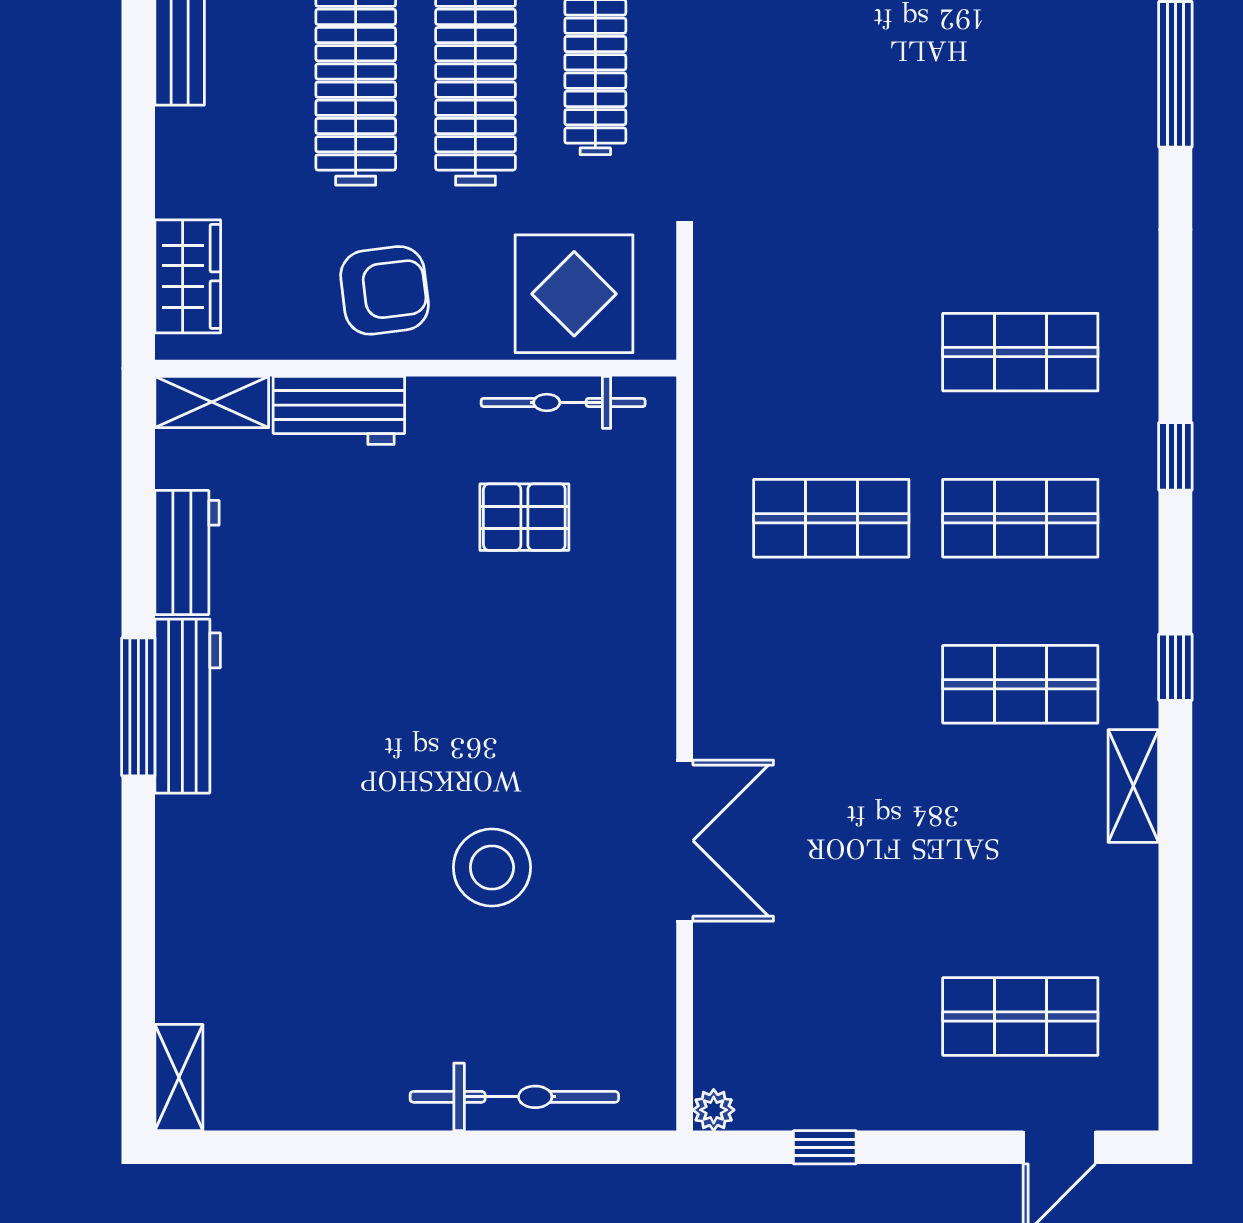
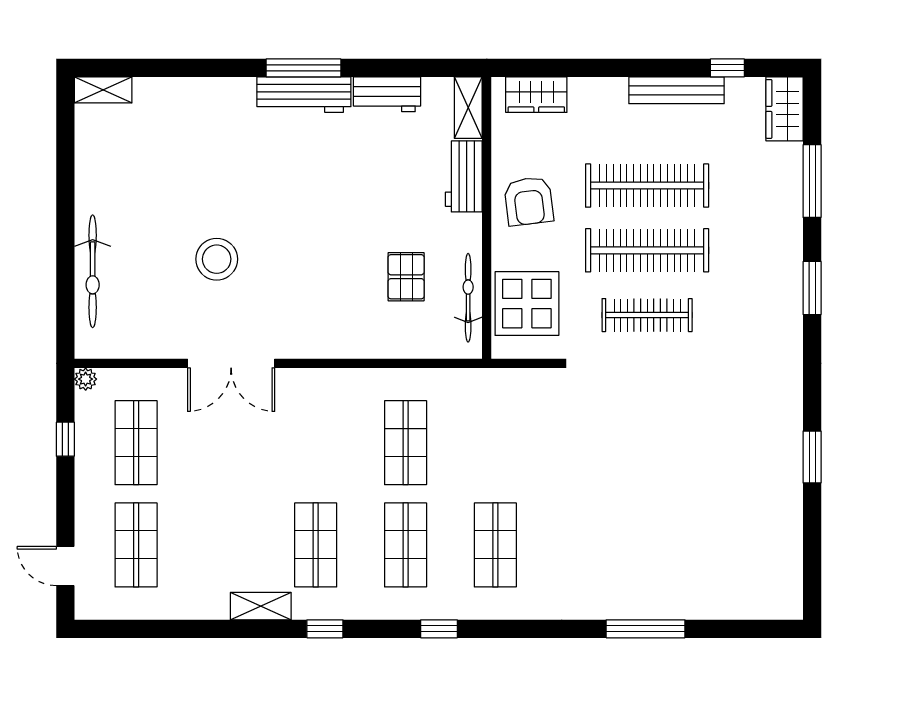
shop shelf: (831, 1016) -> (136, 443), added

